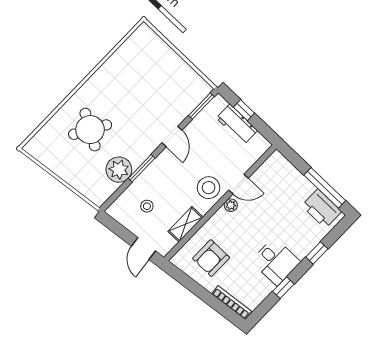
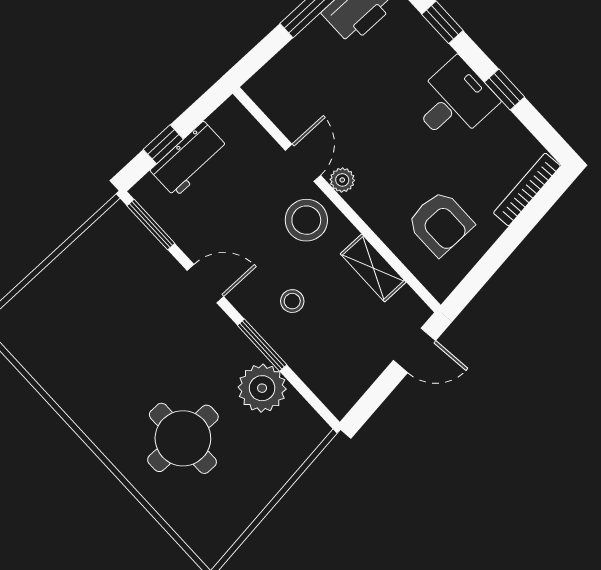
round table: (90, 130) -> (183, 438), turned -30
stool: (147, 206) -> (292, 301), moved

